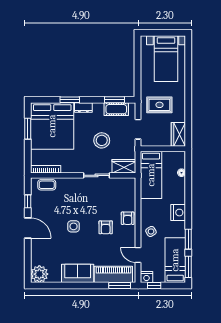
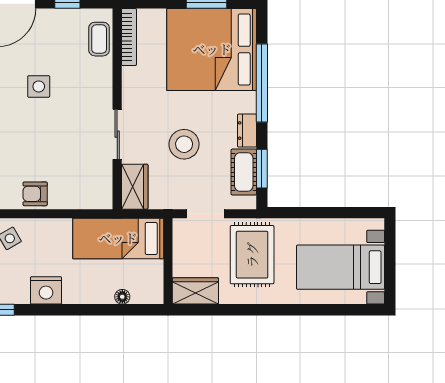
window: (70, 100) -> (262, 83), width x2.11
rug: (159, 105) -> (252, 255), width x1.36, depth x1.43
dresser: (83, 108) -> (247, 131), moved
side table: (74, 226) -> (39, 86), moved
armchair: (106, 227) -> (18, 152), removed

